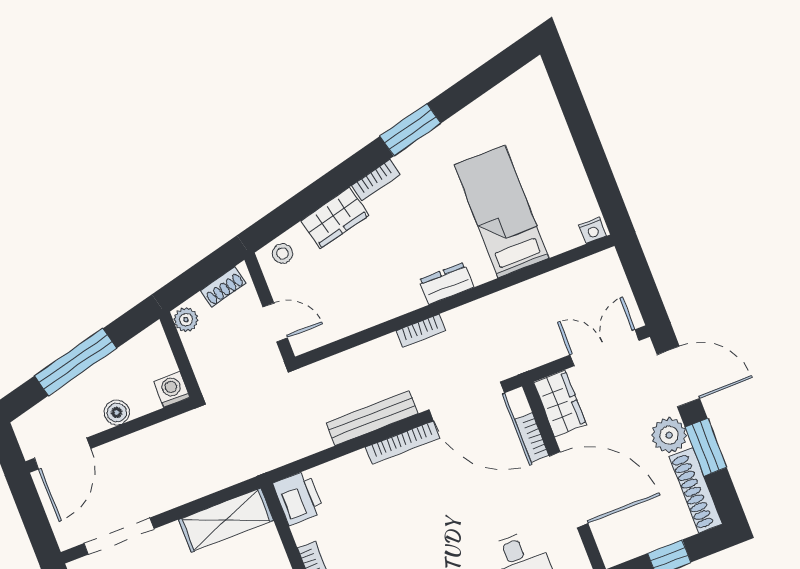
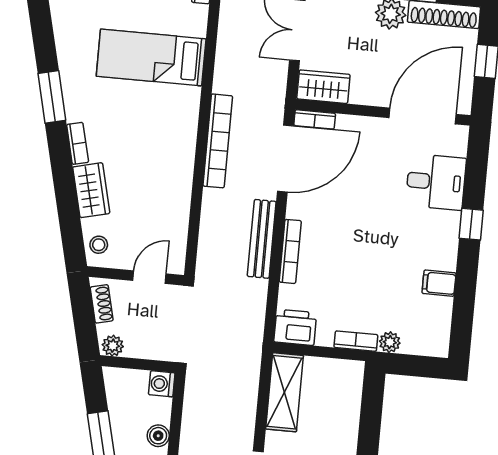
dresser: (446, 283) -> (186, 129), removed
bookcase: (421, 331) -> (218, 141), width x2.31, depth x1.31
bookcase: (532, 437) -> (315, 119), moved
bookcase: (403, 443) -> (290, 251), moved
door: (569, 490) -> (423, 116), moved

